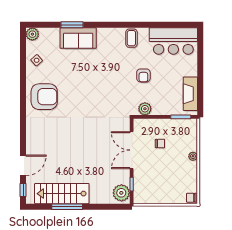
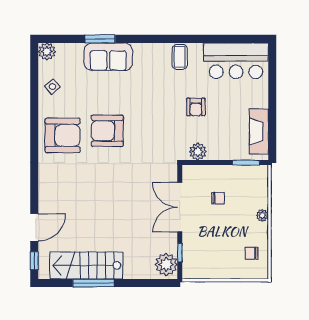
armchair: (77, 93) -> (107, 131), added
chair: (191, 198) -> (252, 253), moved

